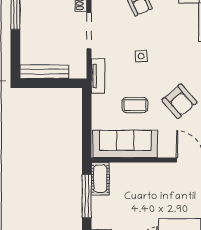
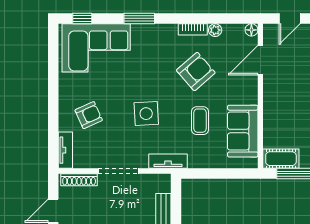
side table: (141, 56) -> (146, 114), width x1.87, depth x1.87
sofa: (125, 144) -> (243, 131), width x0.73

